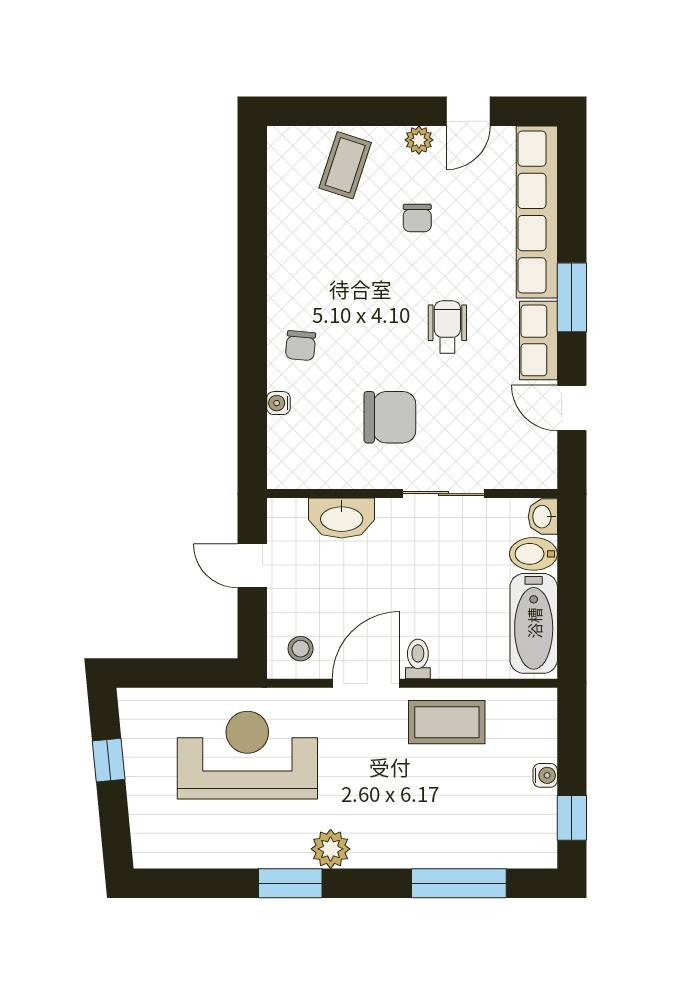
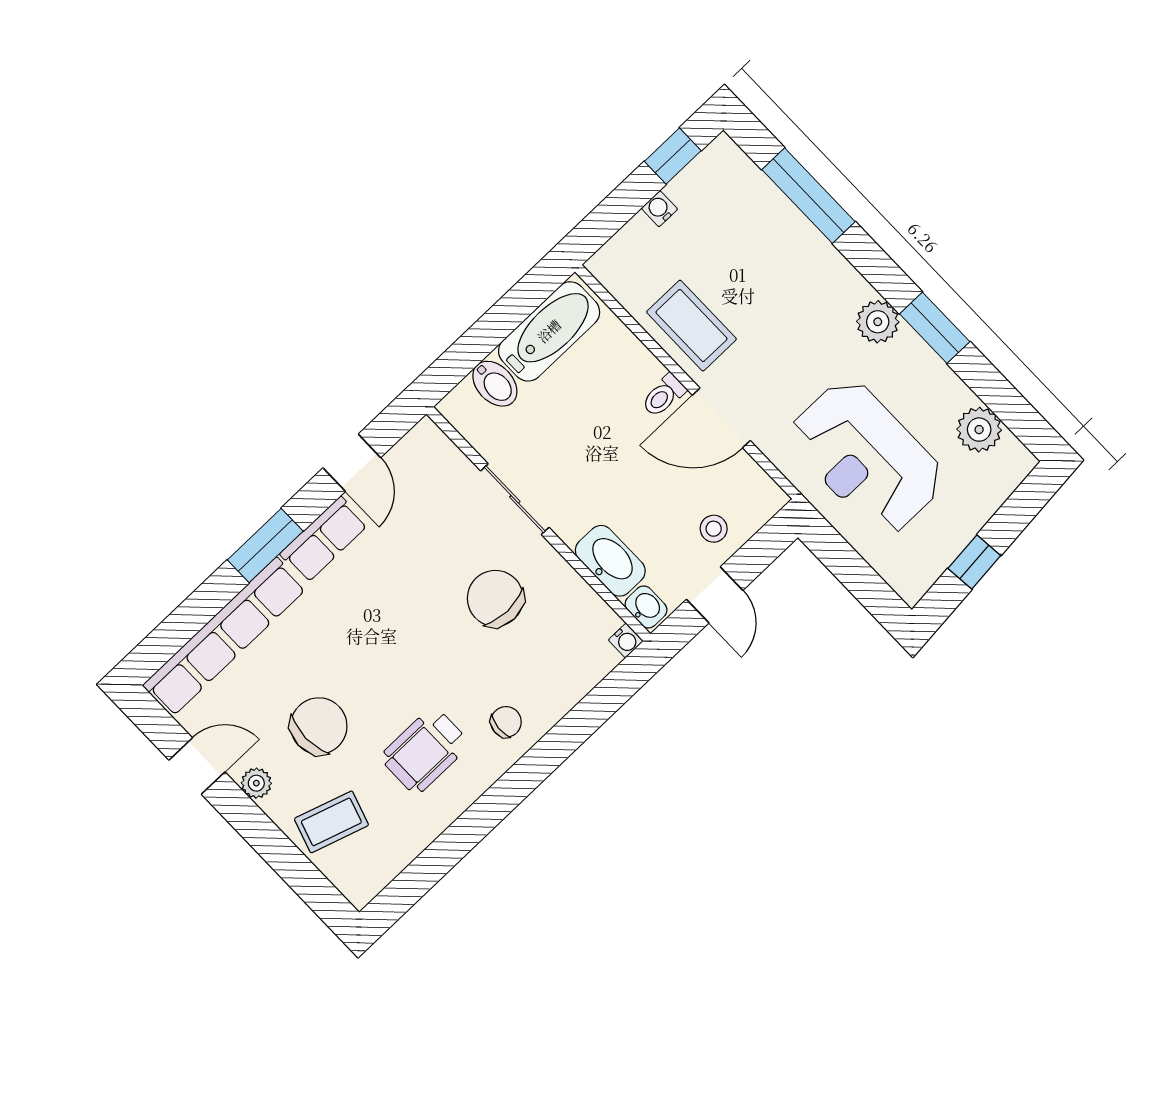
chair: (417, 218) -> (319, 726), width x1.87, depth x1.87
wheelchair: (447, 327) -> (425, 751), moved, width x1.36, depth x1.37
water cooler: (278, 403) -> (626, 640), moved
washbasin: (543, 517) -> (646, 607), moved, turned -90
stool: (301, 649) -> (714, 529), moved
plant: (194, 848) -> (979, 430), added

